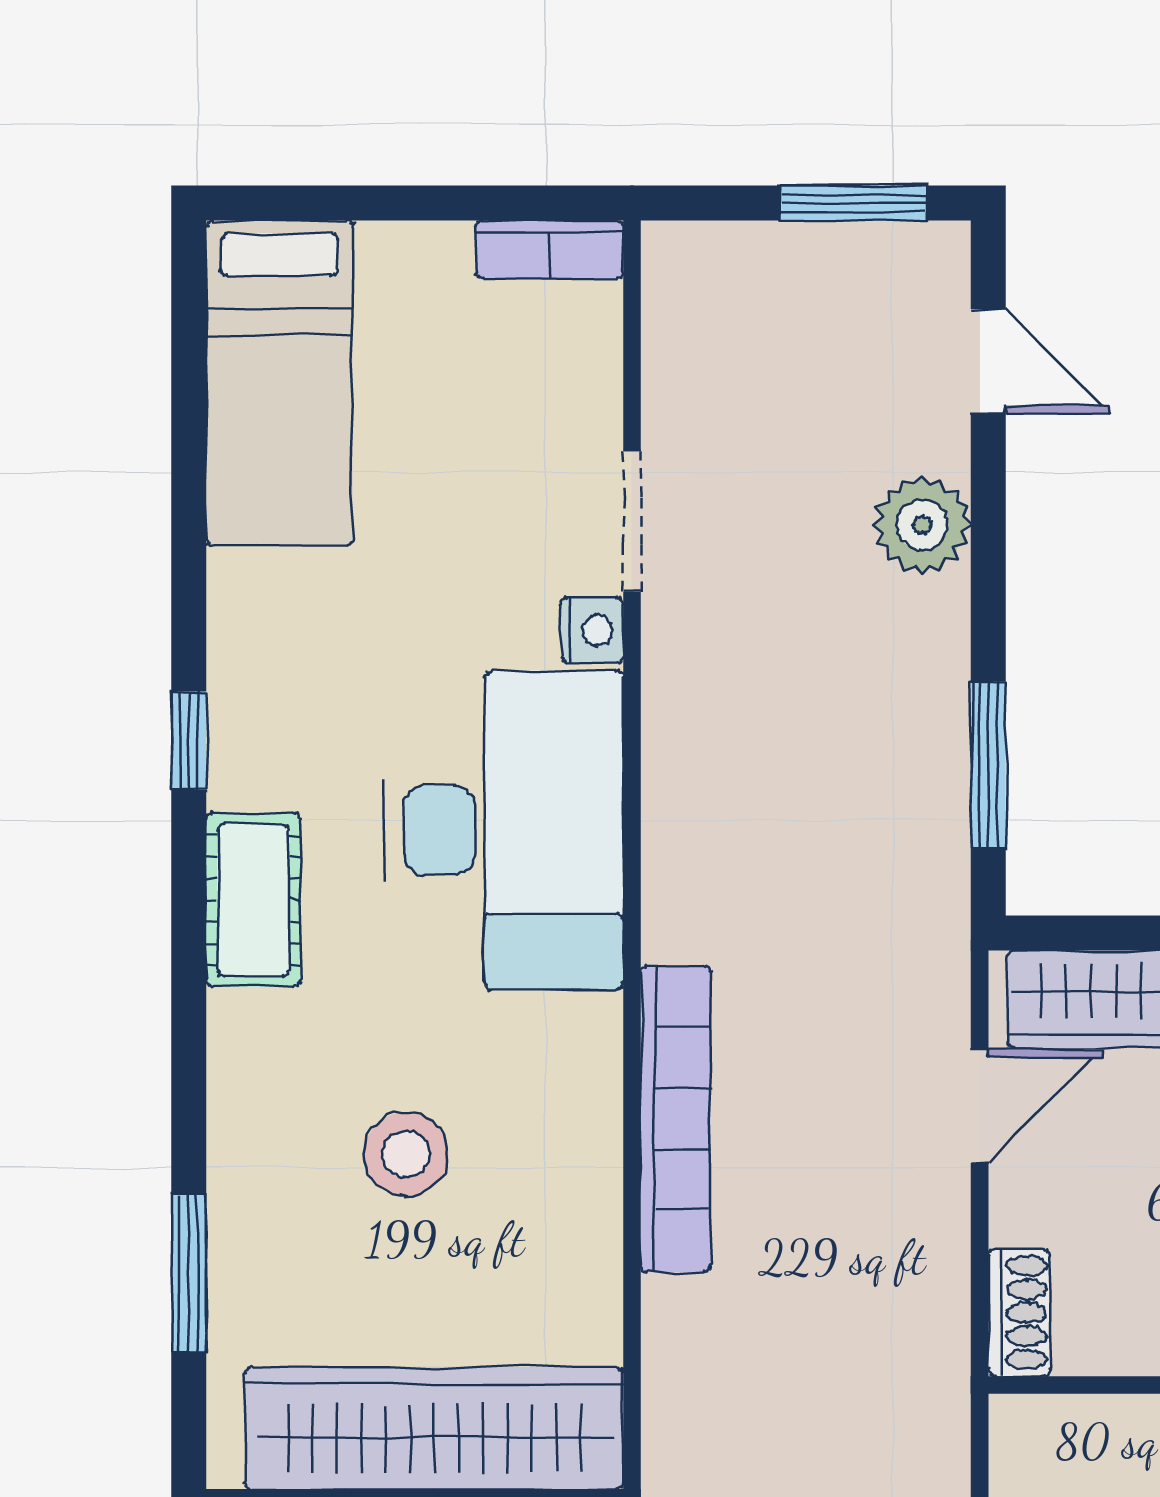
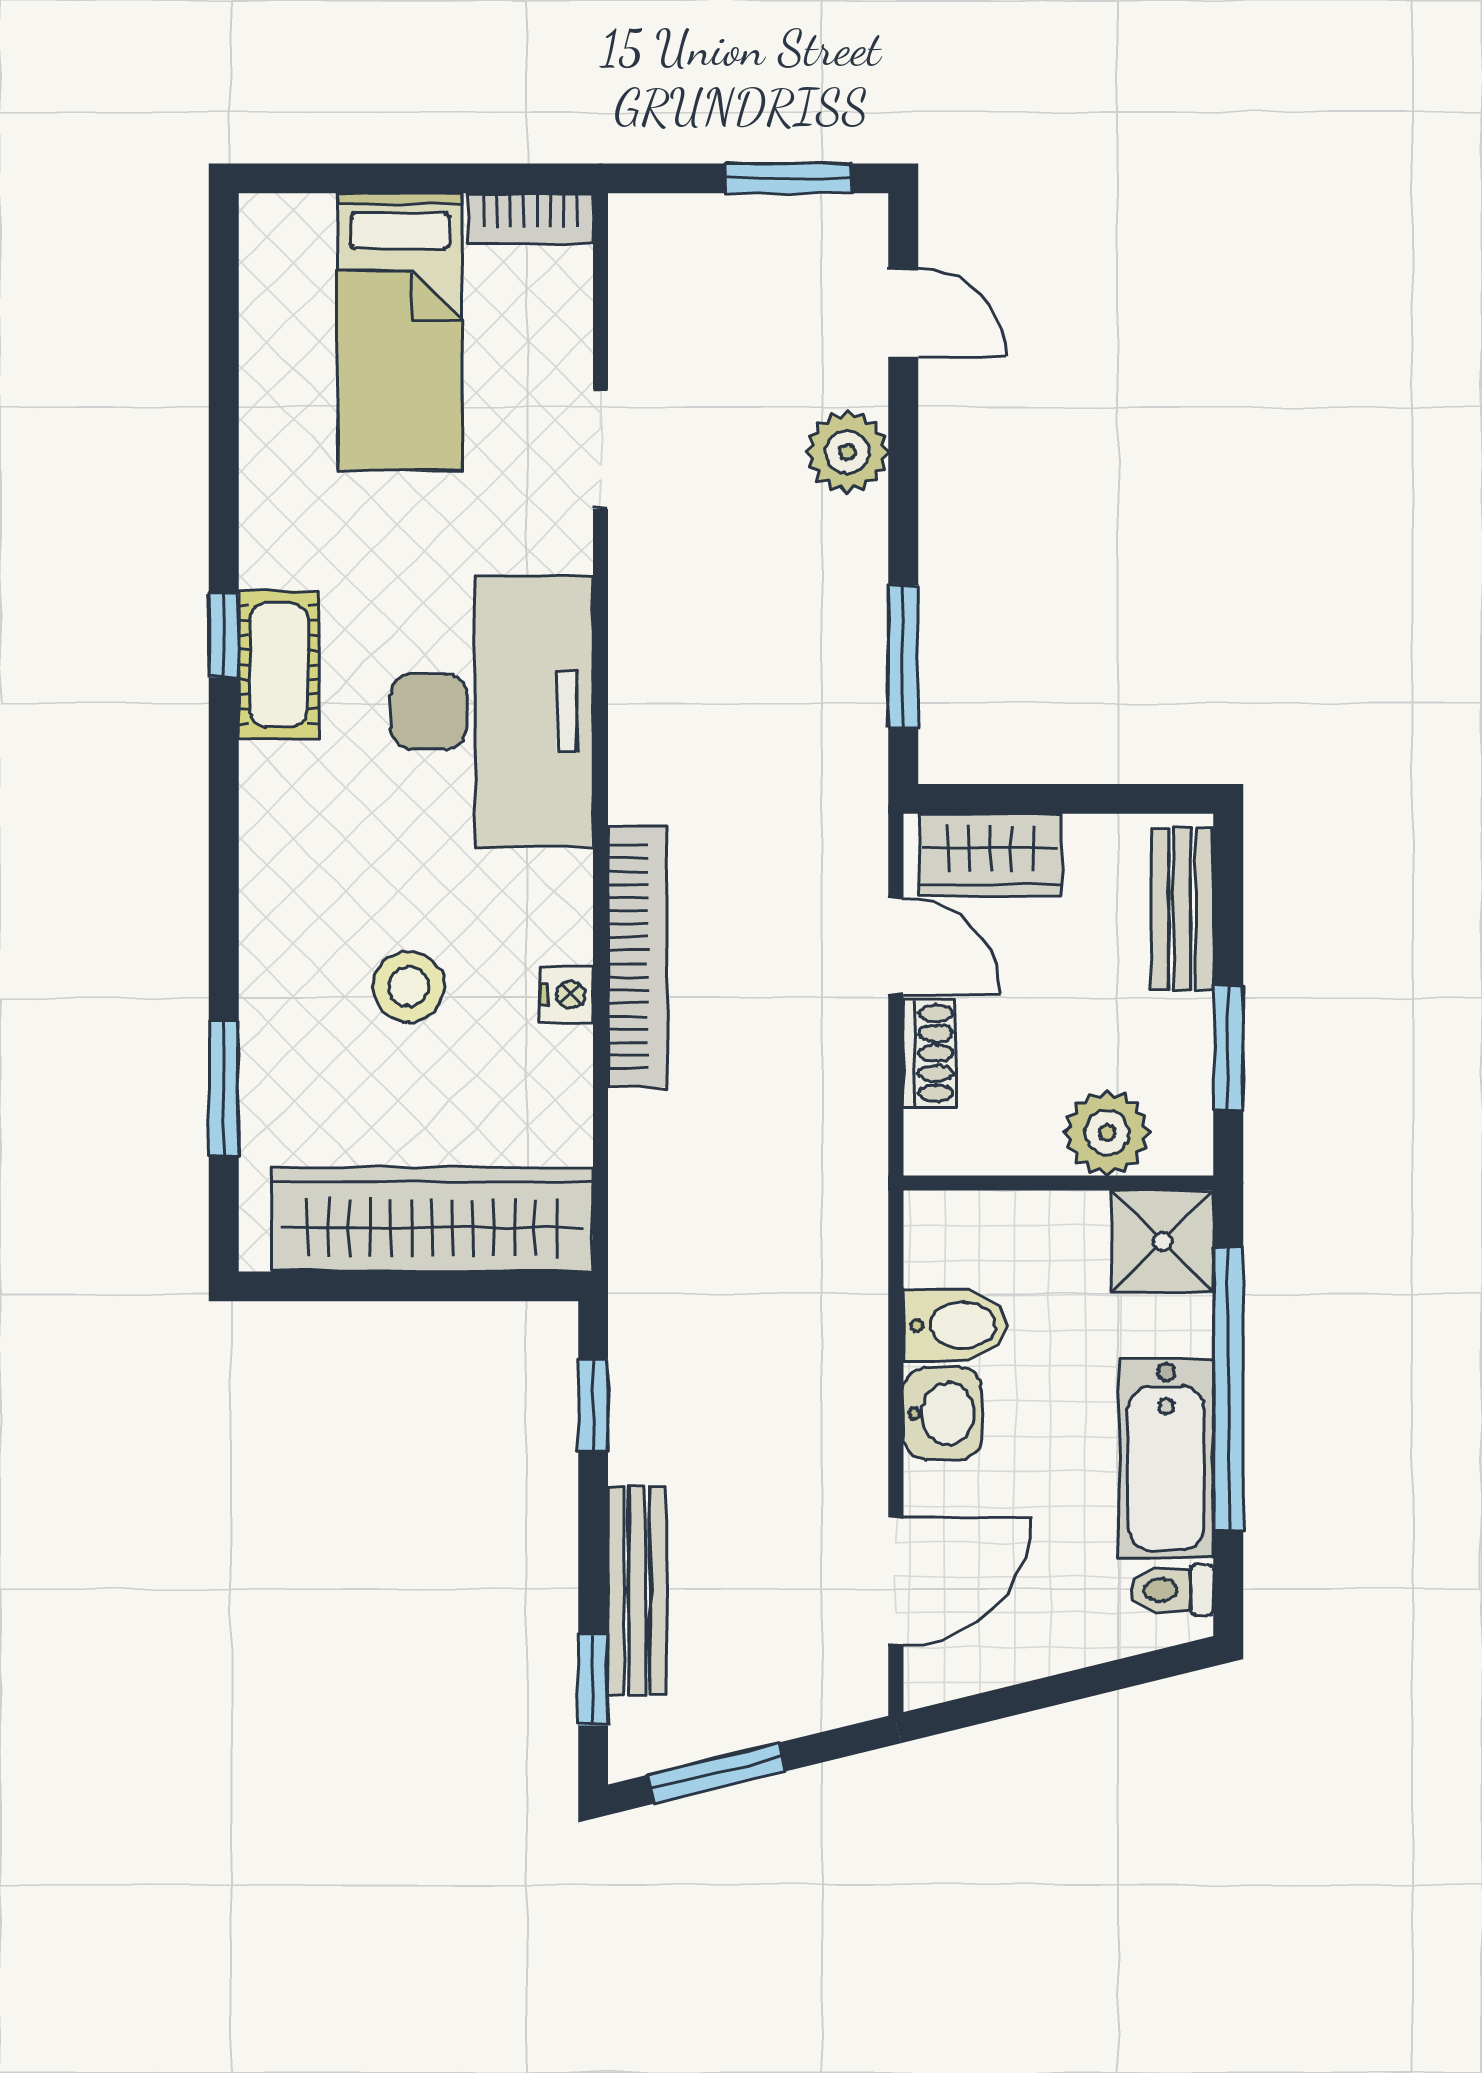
bed: (279, 383) -> (400, 332), moved
nightstand: (592, 630) -> (567, 995), moved
cot: (253, 900) -> (279, 665), moved
door: (980, 1106) -> (896, 946), hinge flipped
shoe rack: (1019, 1313) -> (930, 1053), moved

